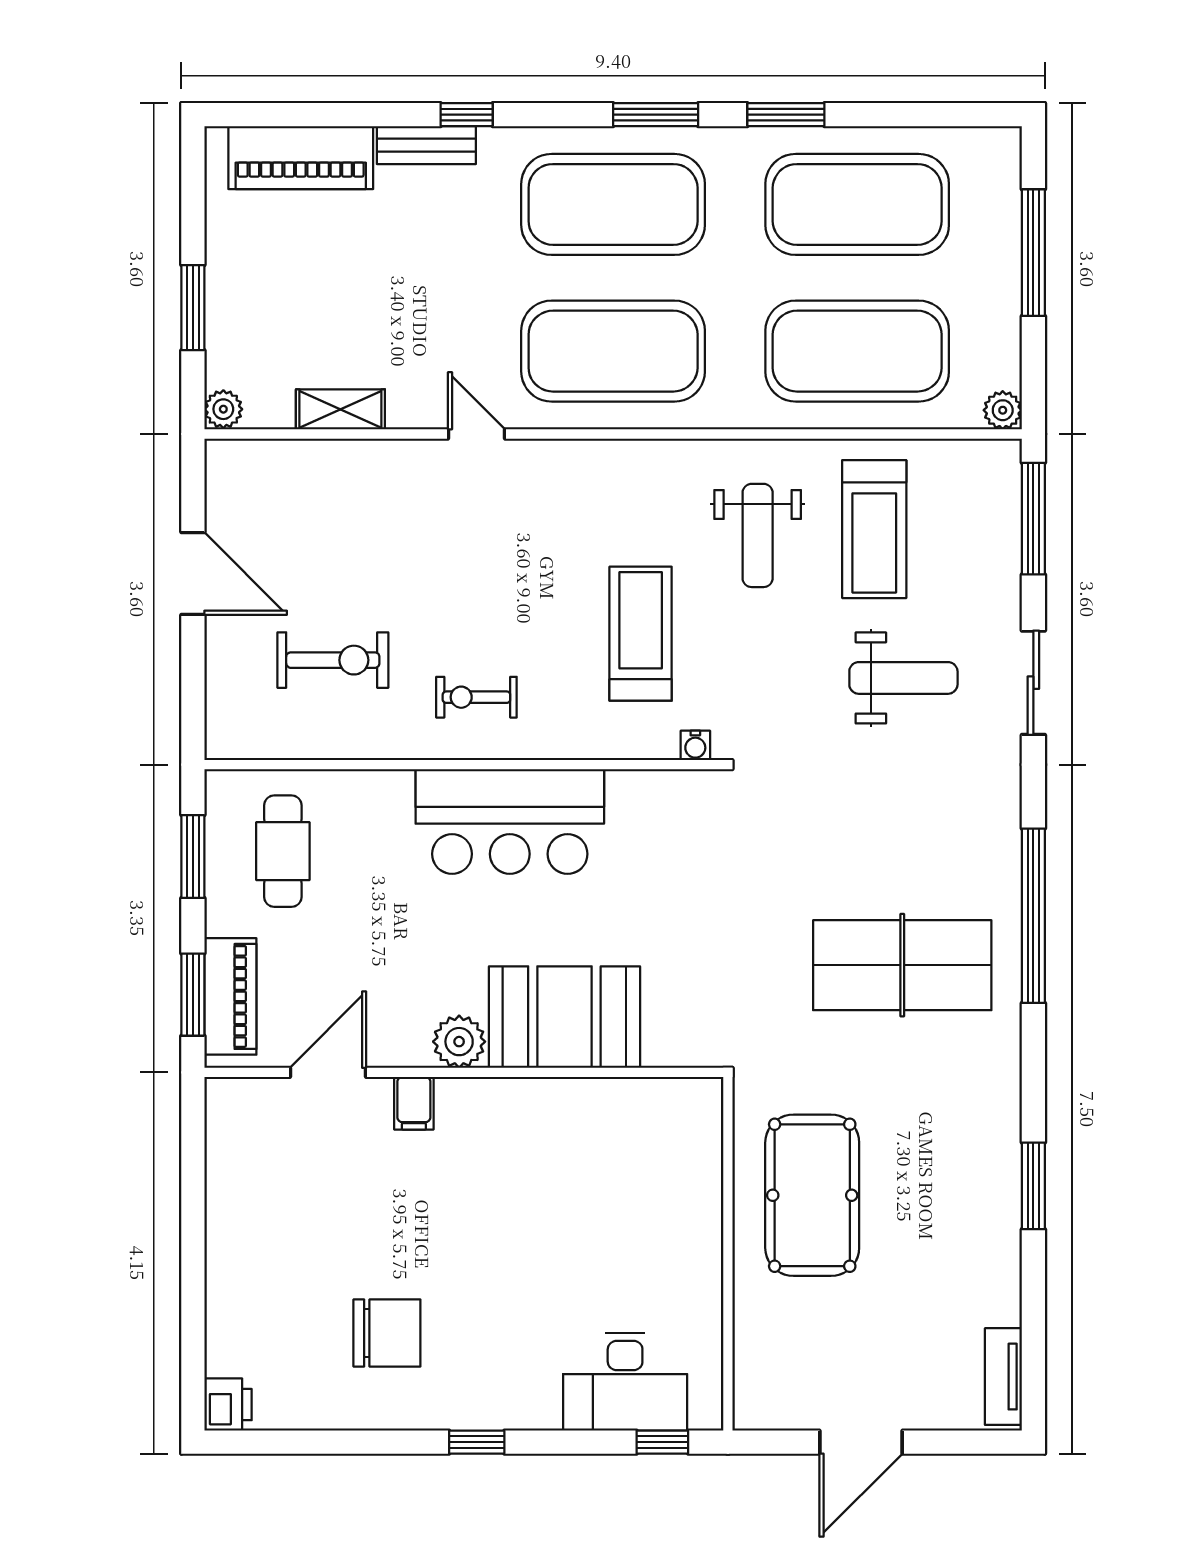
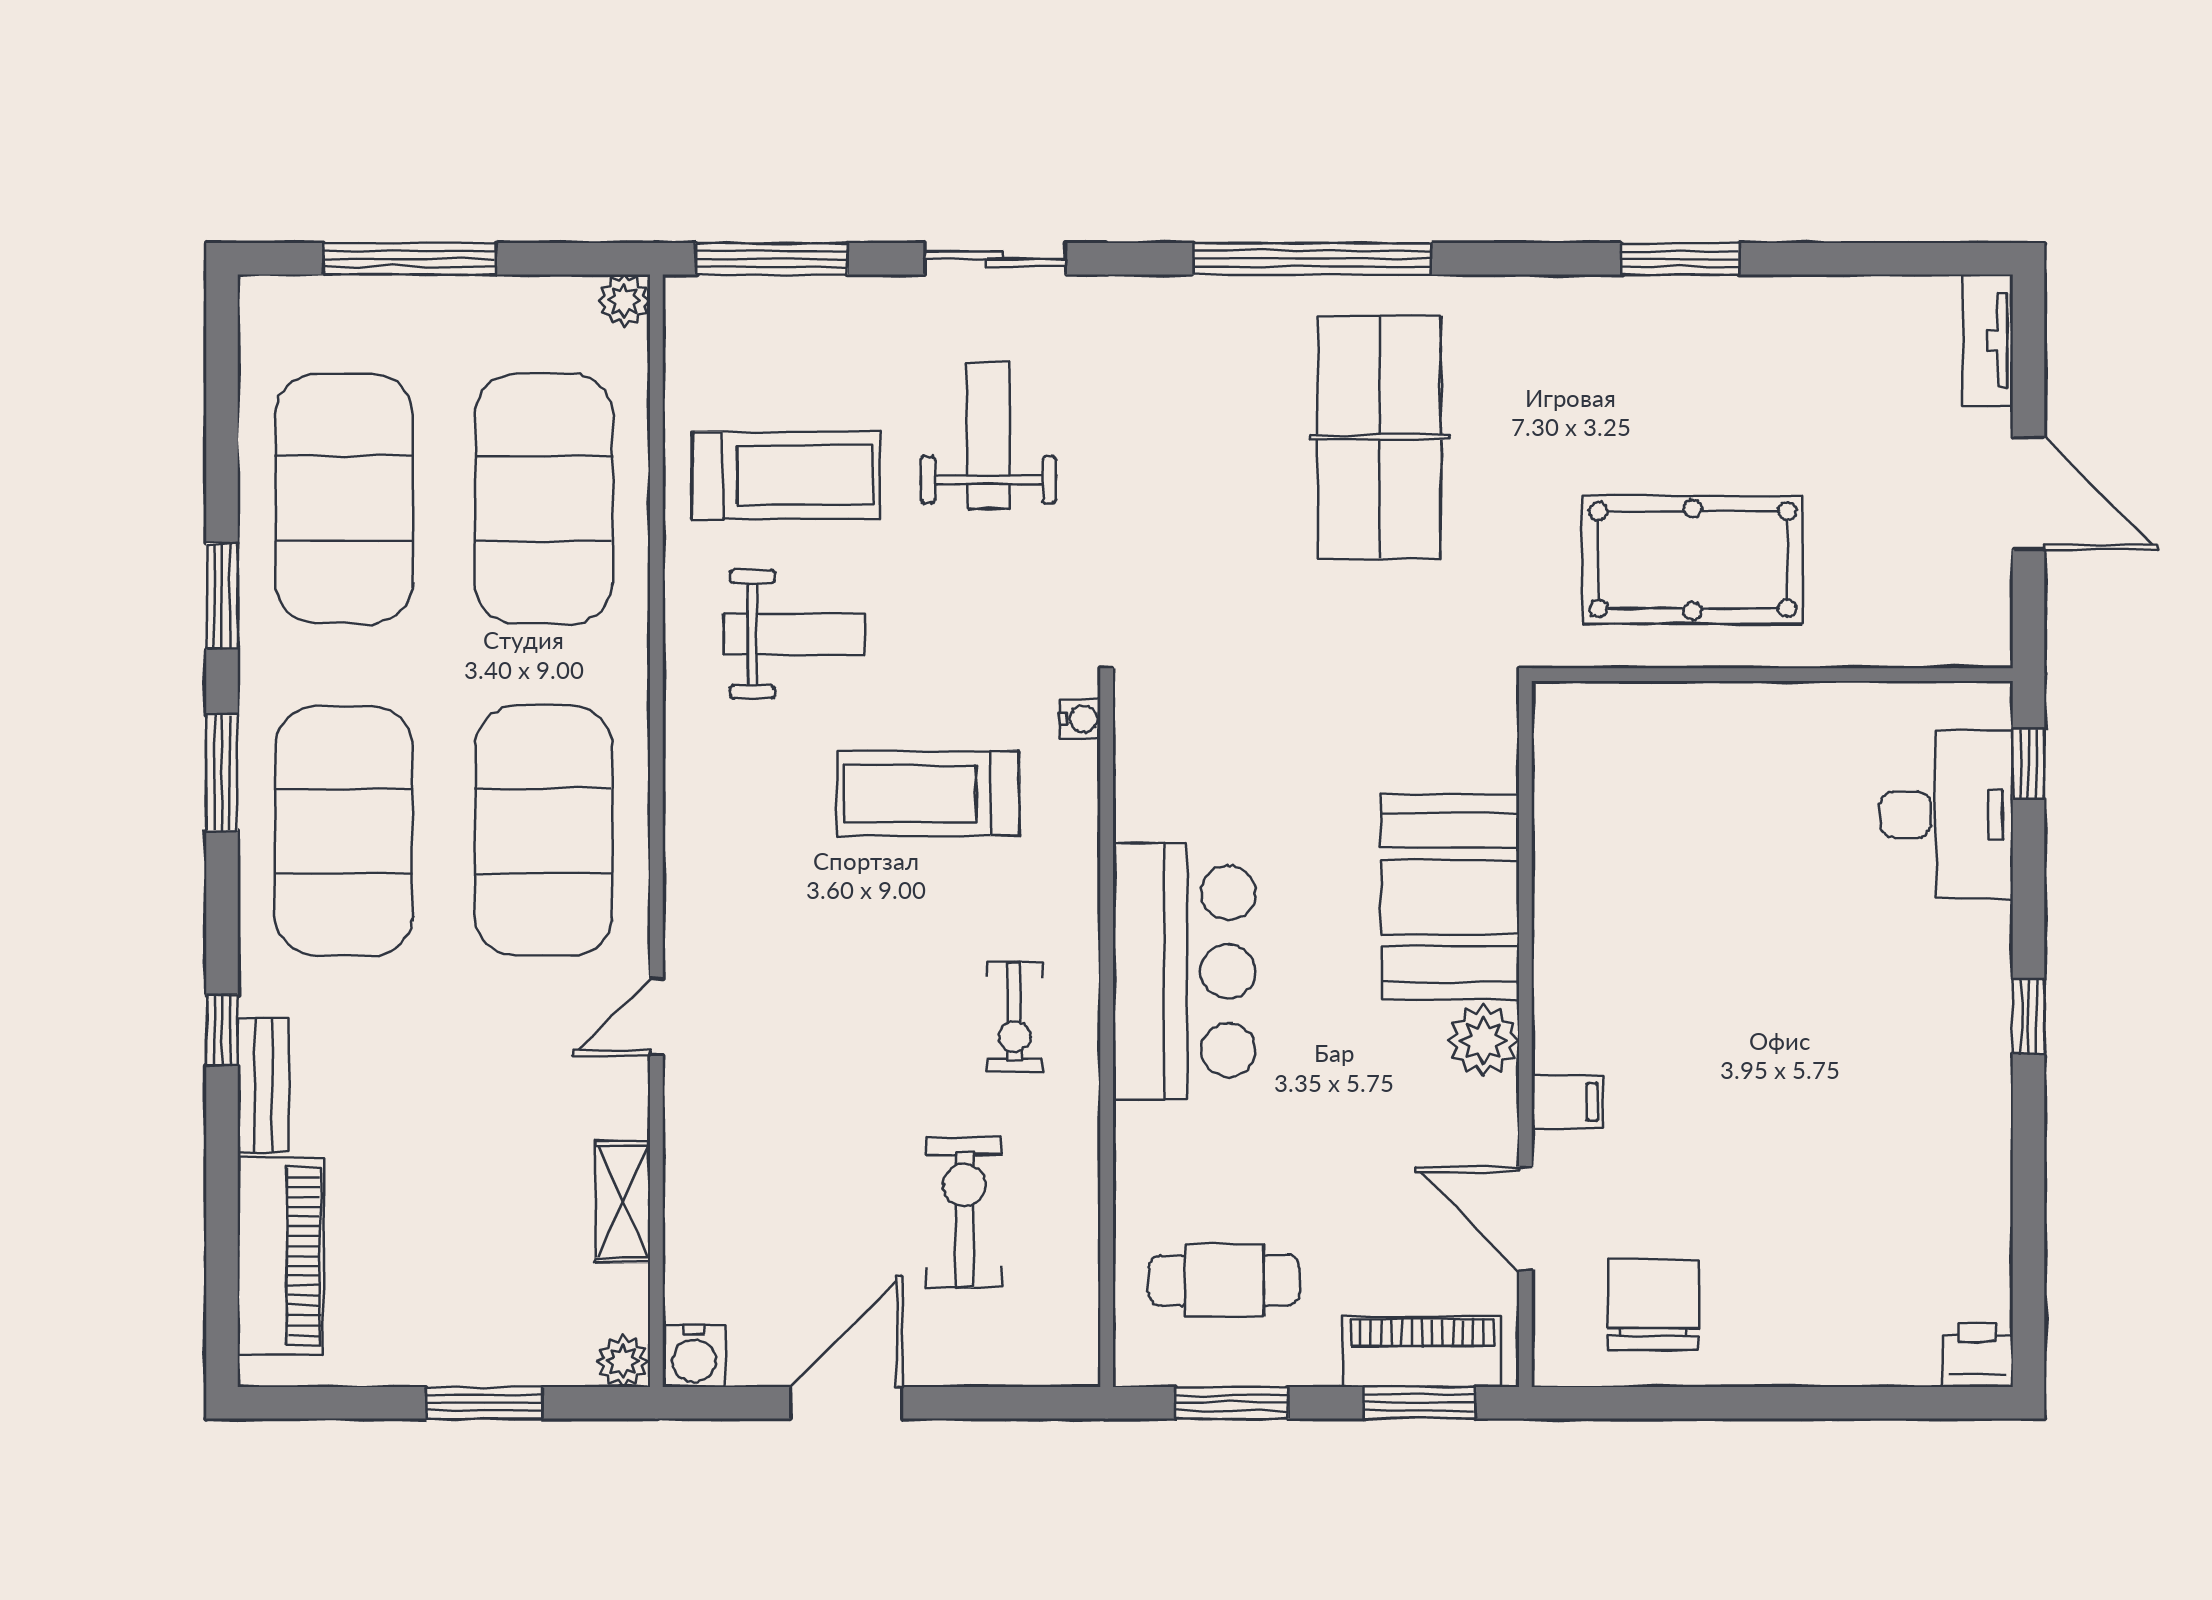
water cooler: (227, 462) -> (694, 1356), added
chair: (387, 1333) -> (1653, 1305), moved
tv unit: (1003, 1377) -> (1988, 340), moved, turned 90

